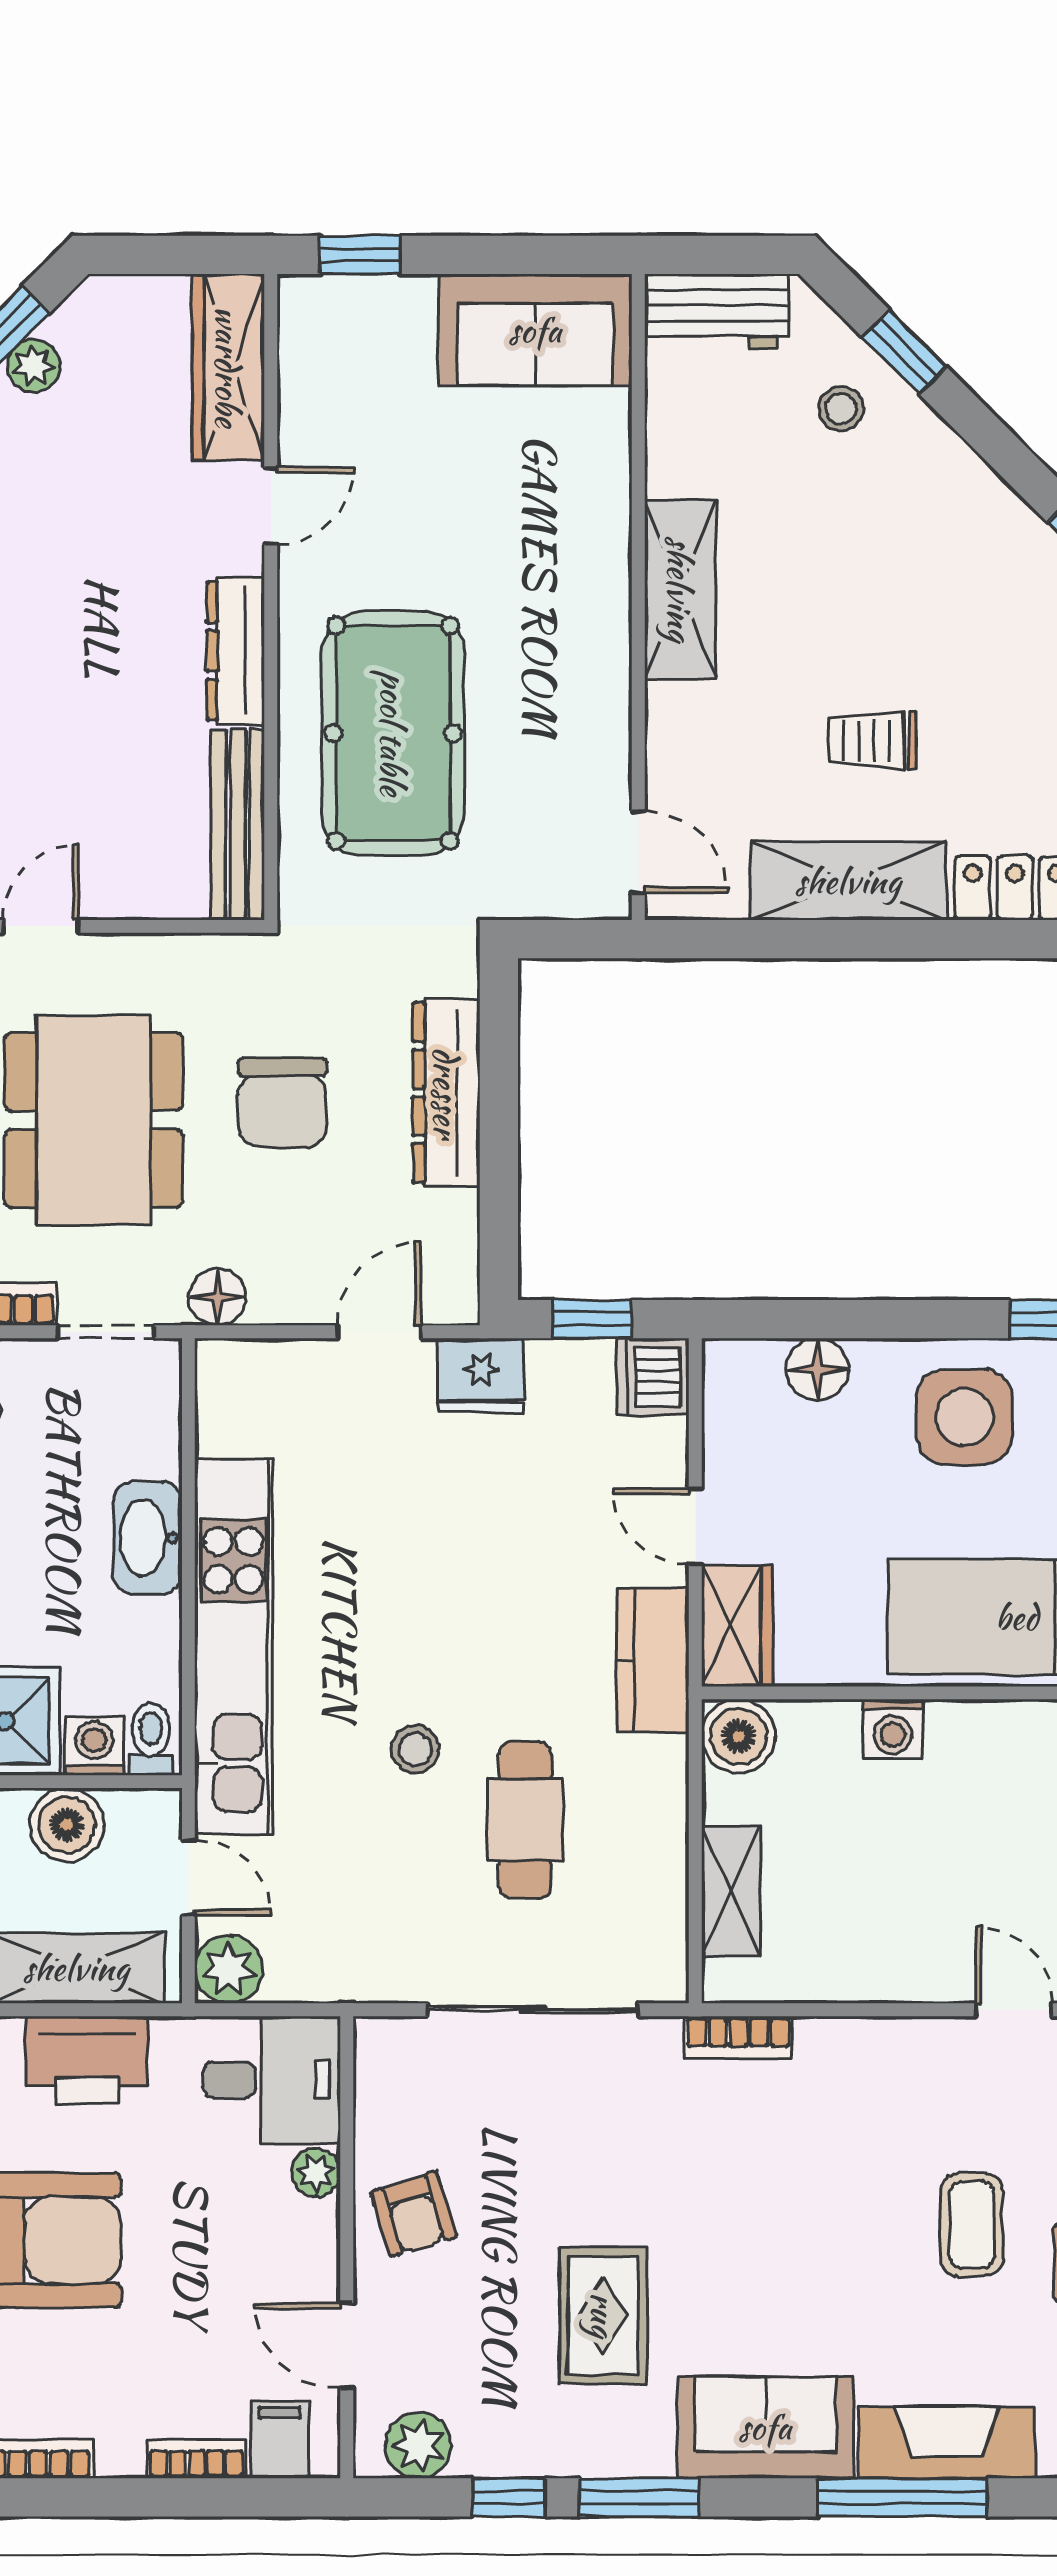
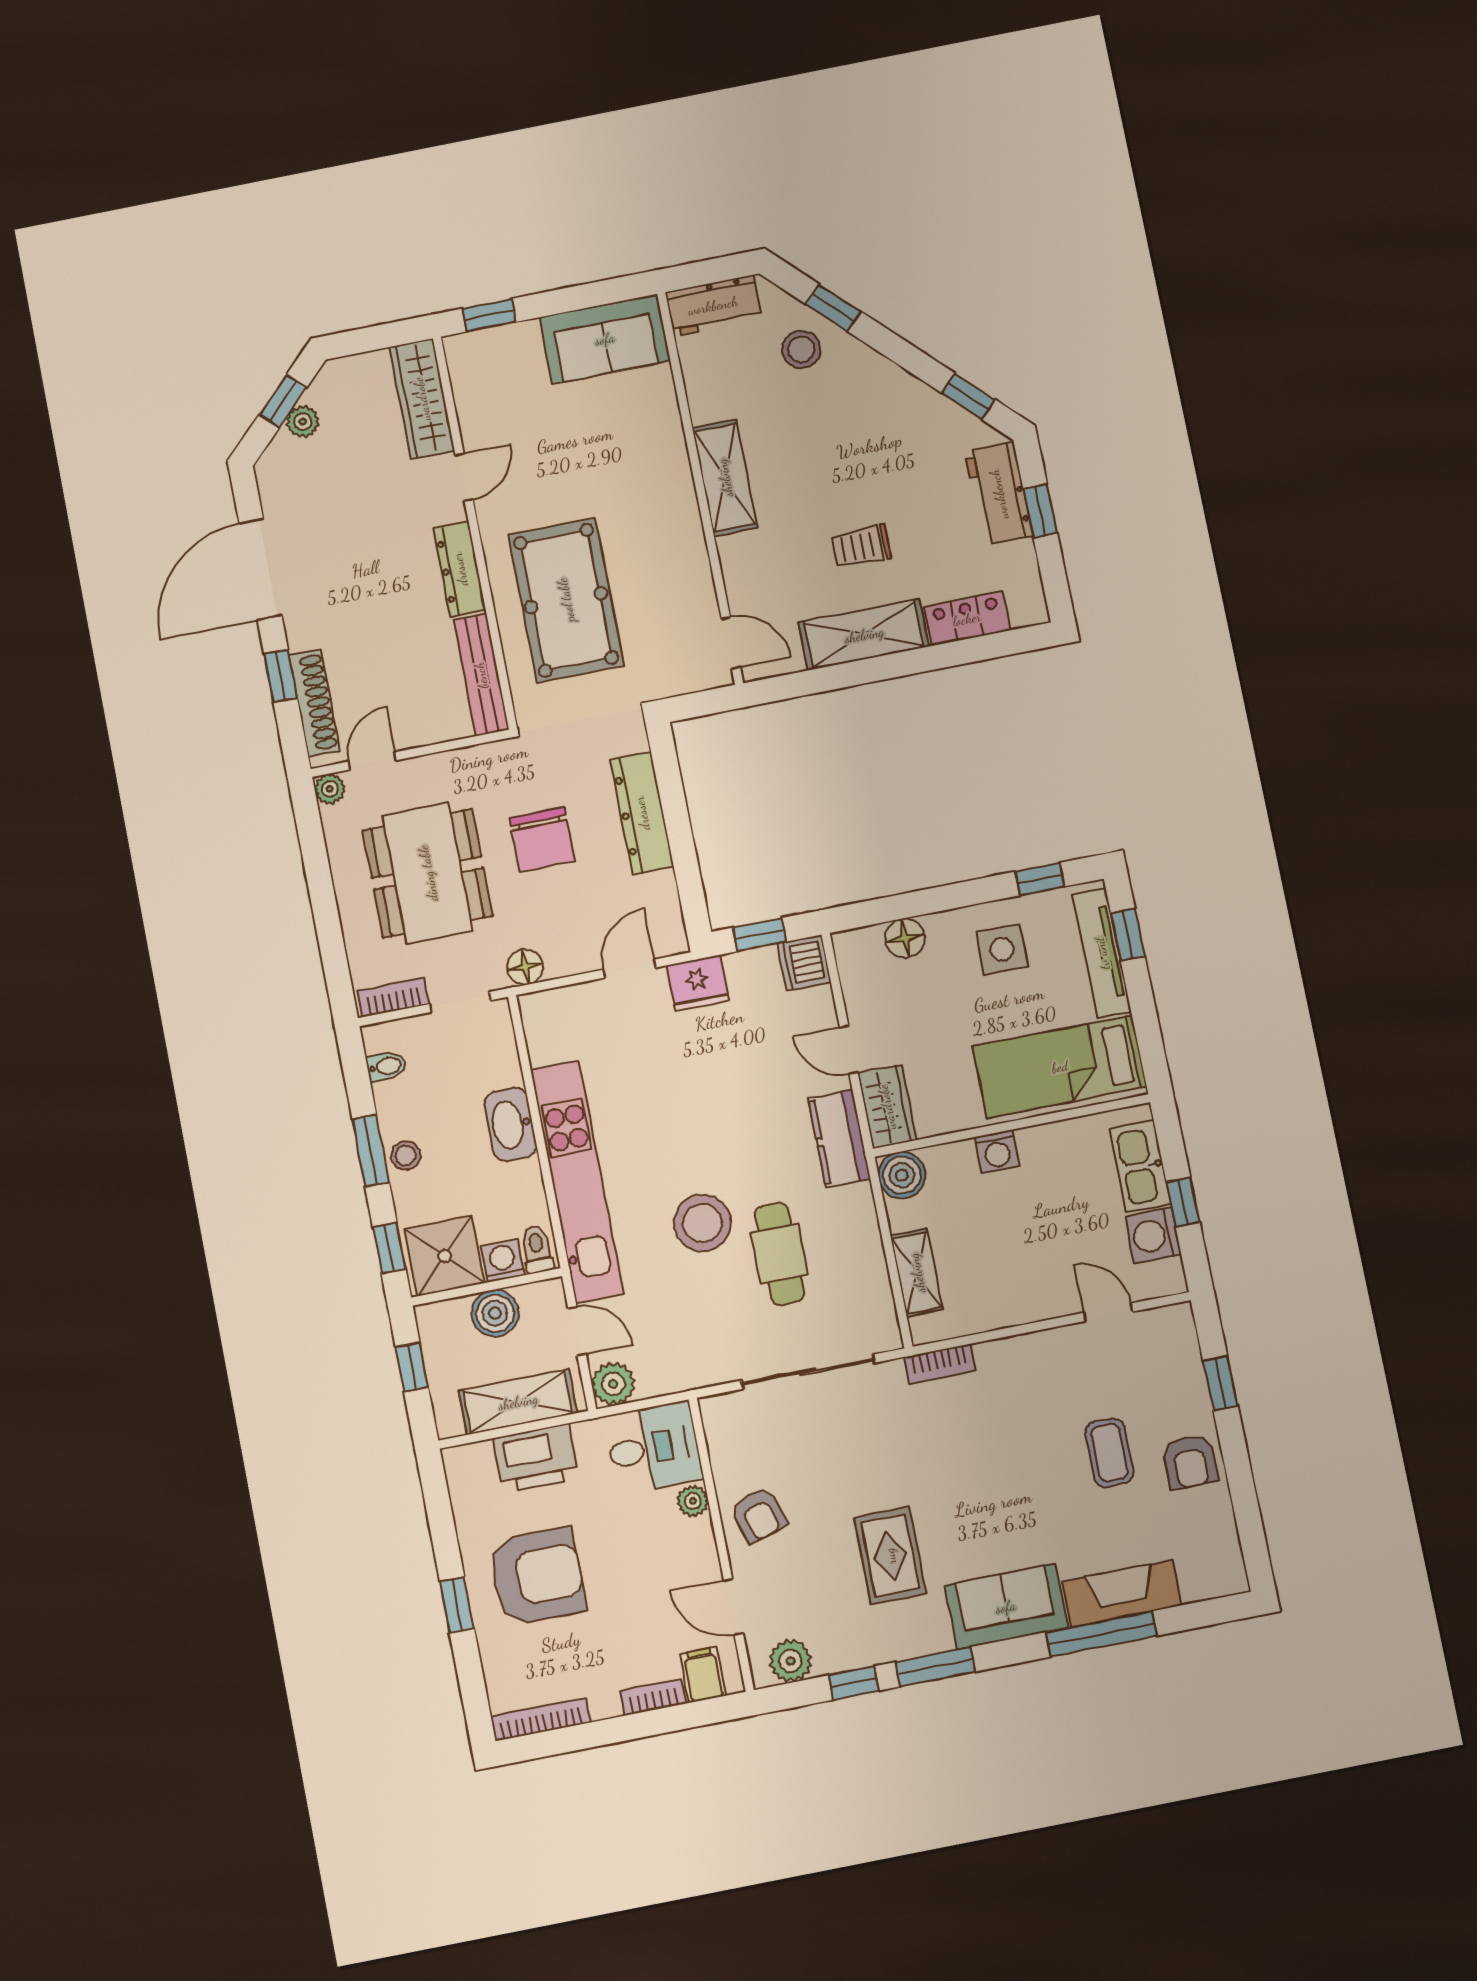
stool: (841, 409) -> (801, 349), width x1.37, depth x1.37
side table: (964, 1417) -> (1002, 949), width x0.73, depth x0.73
stool: (415, 1749) -> (702, 1223), width x1.89, depth x1.89

